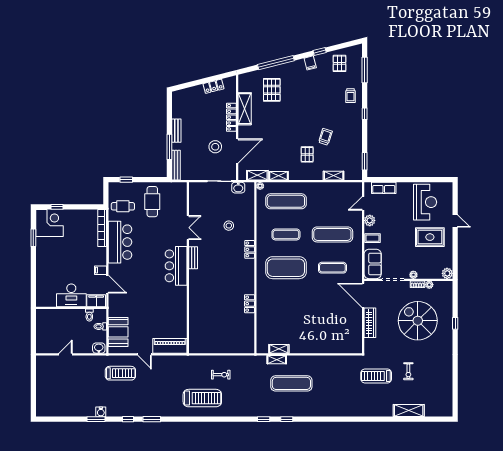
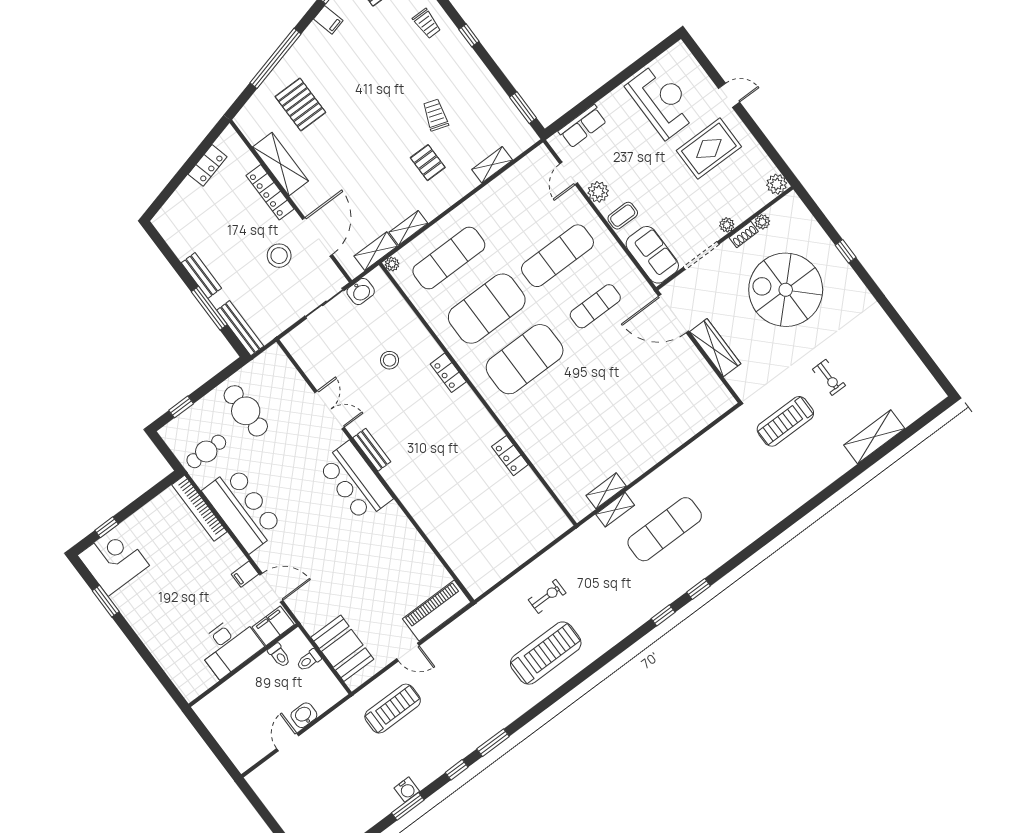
exercise mat: (286, 234) -> (487, 309), width x2.00, depth x1.45
washbasin: (99, 348) -> (304, 715), moved

